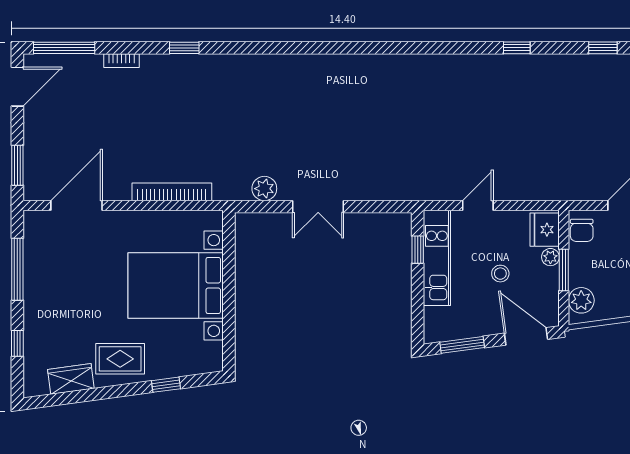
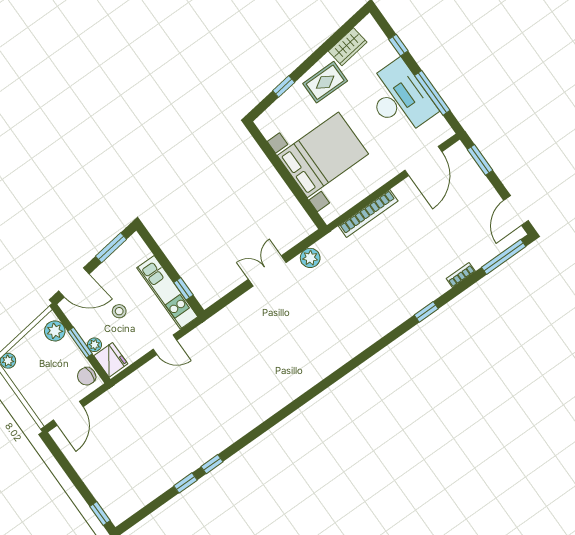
window: (603, 48) -> (185, 483), moved
door: (478, 205) -> (165, 345), hinge flipped
chair: (582, 230) -> (87, 376), turned -90
desk: (55, 288) -> (400, 98), added

